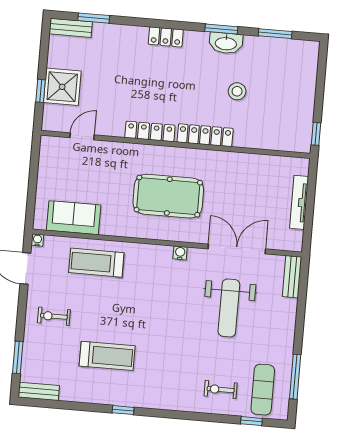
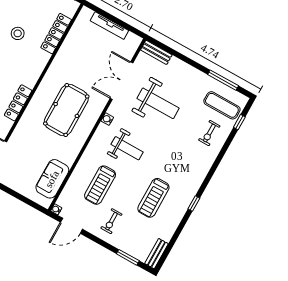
locker: (205, 135) -> (56, 34), moved
treadmill: (96, 263) -> (100, 185), moved
weight bench: (155, 295) -> (127, 148), added
treadmill: (107, 356) -> (153, 198), turned 180

